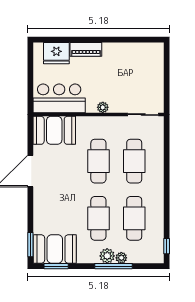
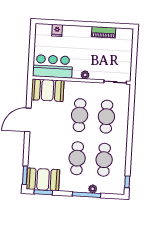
piano: (86, 49) -> (104, 32), moved
fridge: (56, 53) -> (57, 30), width x0.53, depth x0.75
plant: (107, 256) -> (82, 187), removed

